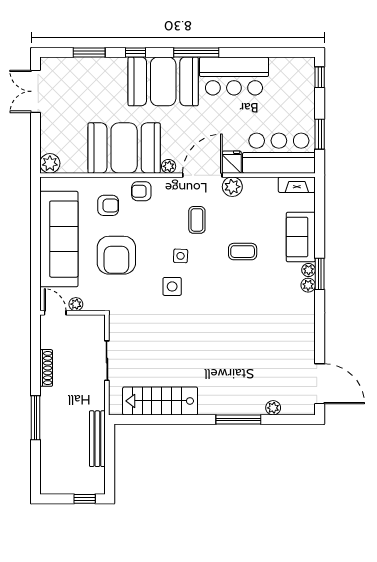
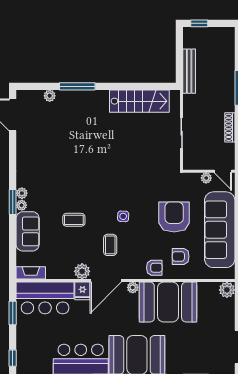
side table: (172, 286) -> (130, 192), removed

